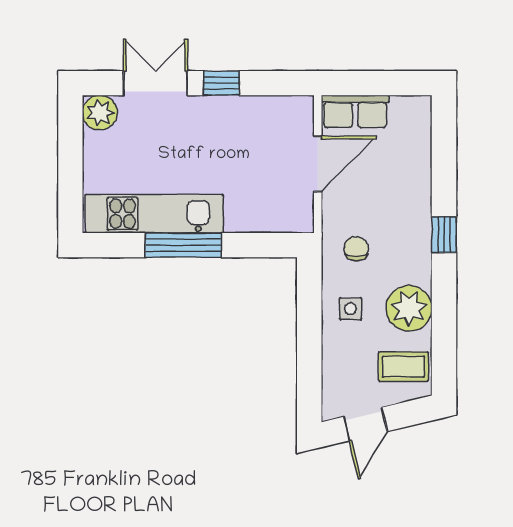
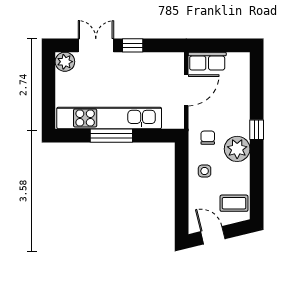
kitchen unit: (154, 214) -> (109, 118), width x1.36
plant: (409, 308) -> (237, 149), moved
door: (365, 424) -> (213, 235), swing flipped

